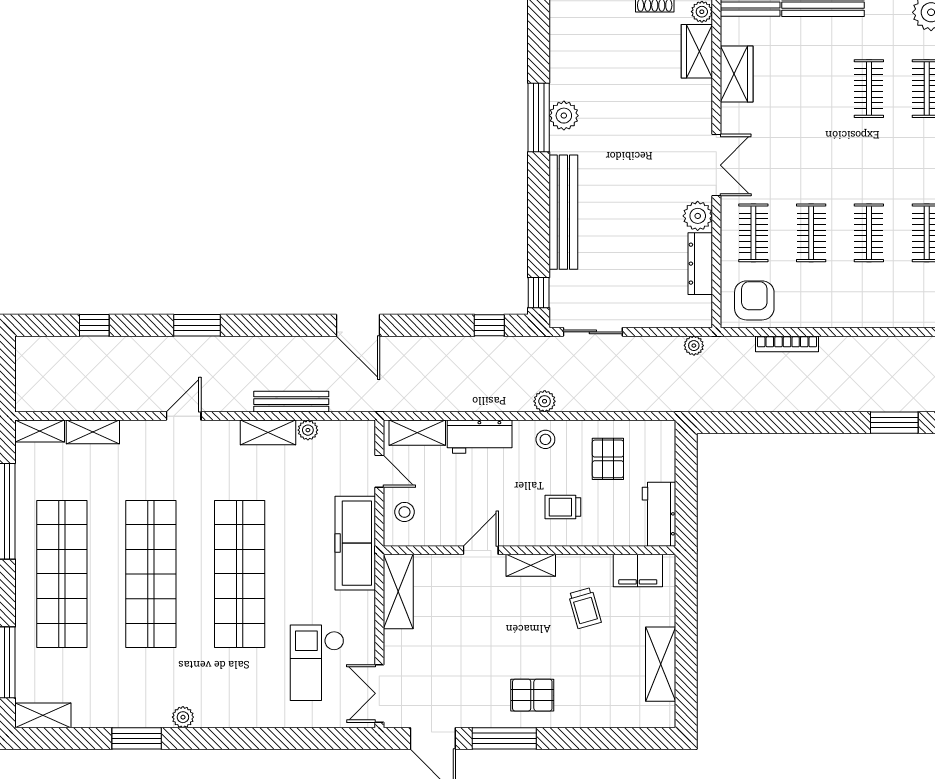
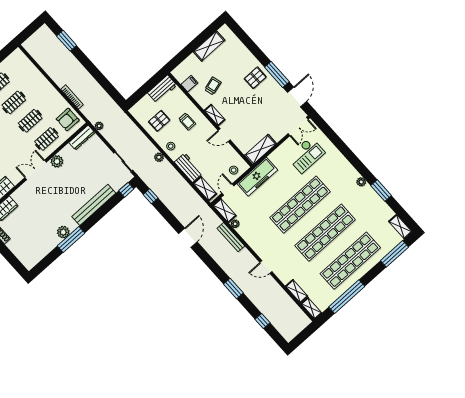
dresser: (700, 264) -> (82, 138), moved
shelving: (268, 432) -> (225, 211), moved
filing cabinet: (638, 571) -> (189, 84), width x0.50
pallet: (532, 695) -> (255, 78), turned 90

